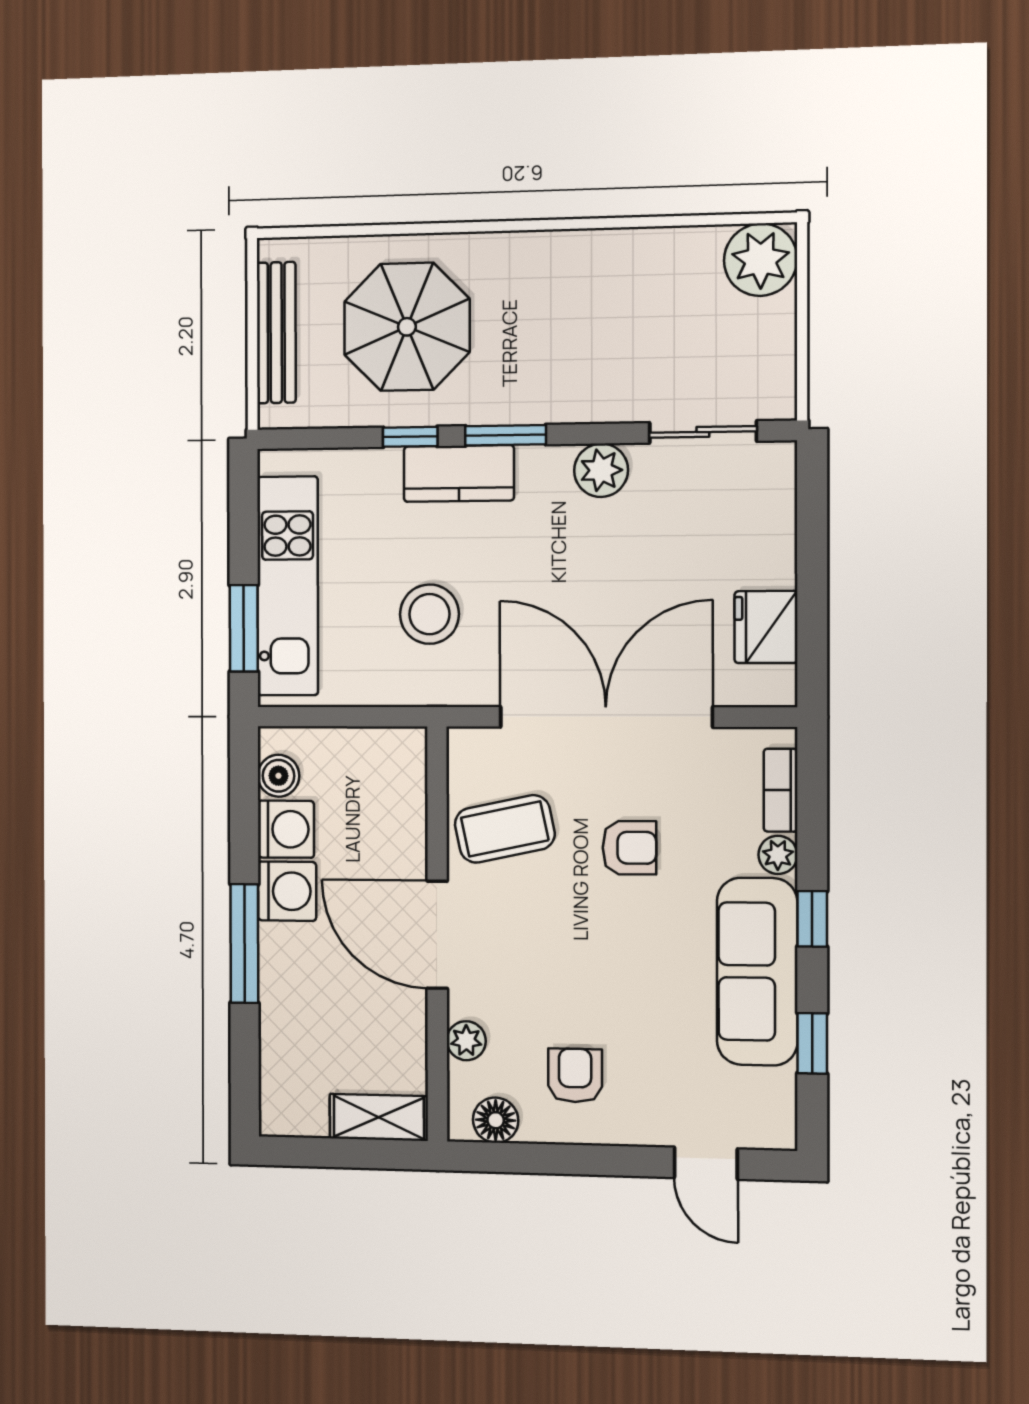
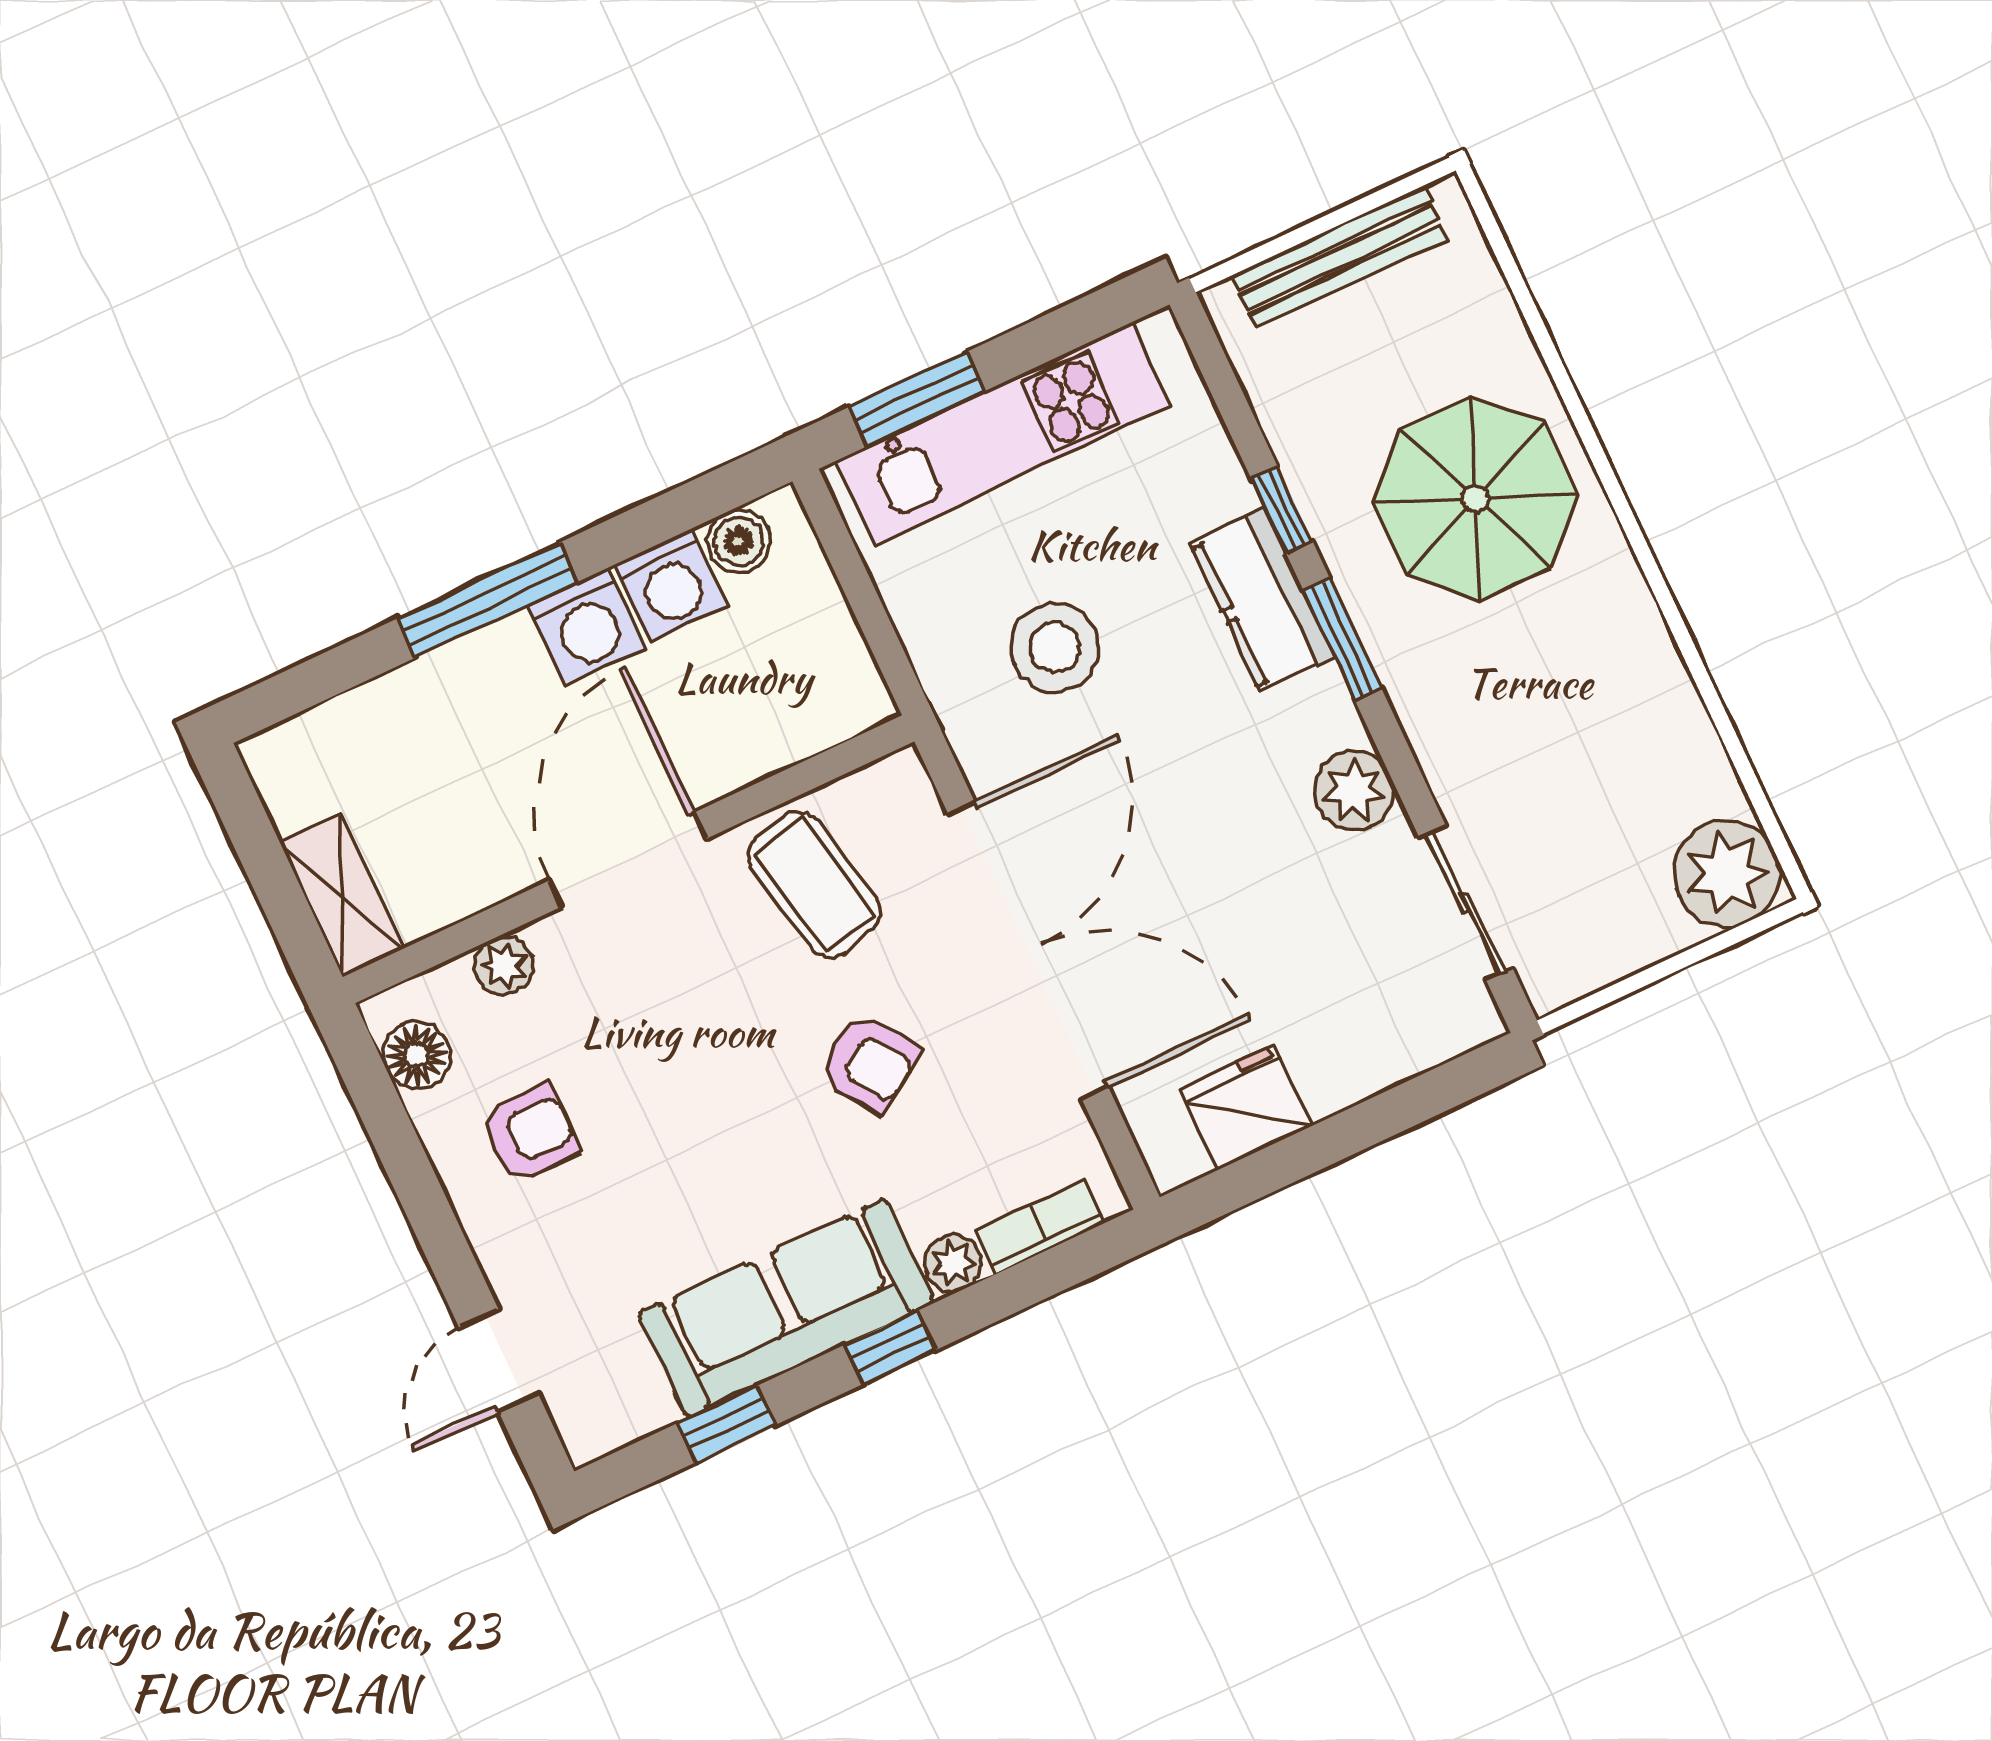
parasol: (407, 327) -> (1476, 498), moved
armchair: (629, 848) -> (869, 1063), turned -35

